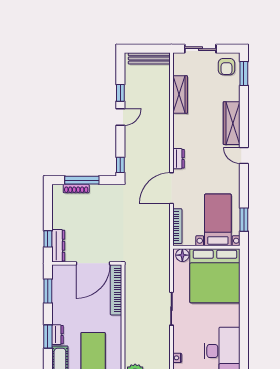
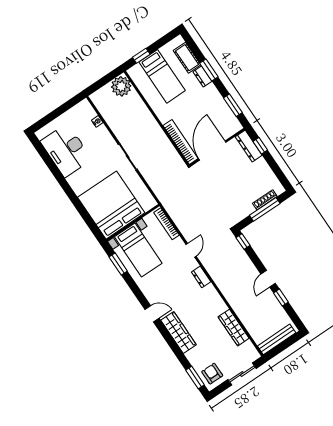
door: (171, 188) -> (191, 250), width x0.53
floor lamp: (182, 255) -> (147, 204), removed

